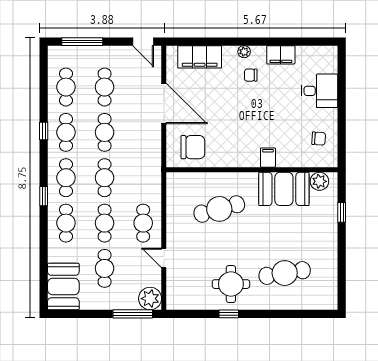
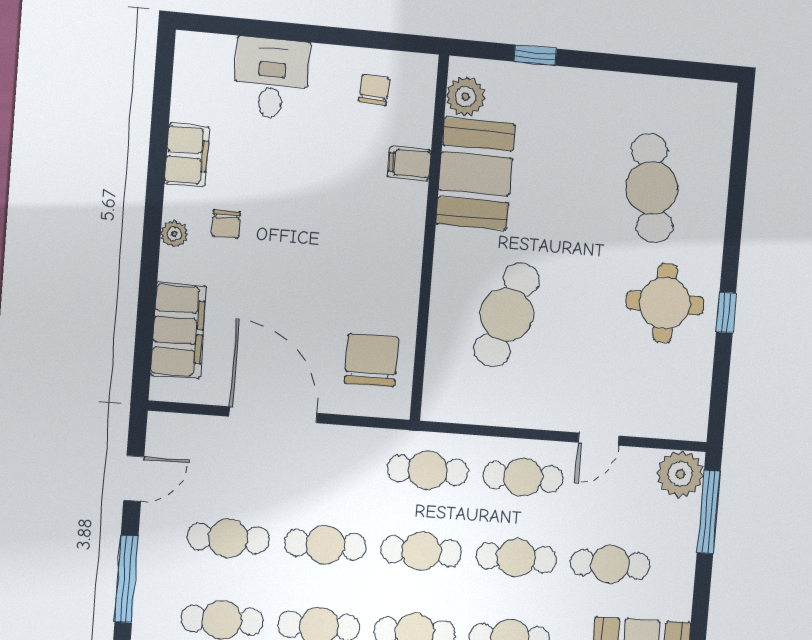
door: (143, 42) -> (134, 479), moved
door: (164, 103) -> (273, 415), hinge flipped
filing cabinet: (268, 158) -> (409, 164), moved
cafe table: (143, 178) -> (428, 470), added
cafe table: (219, 209) -> (507, 315), turned 33

